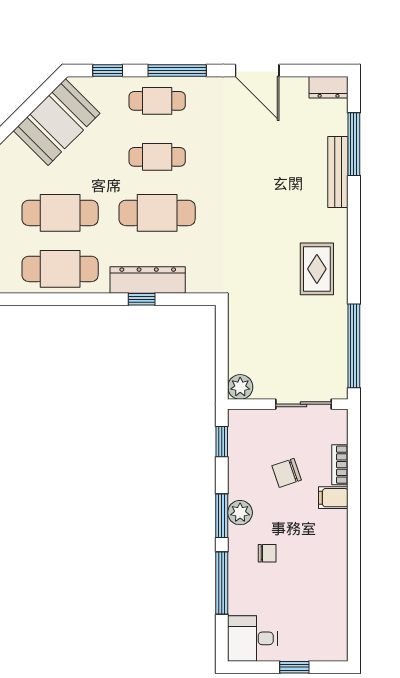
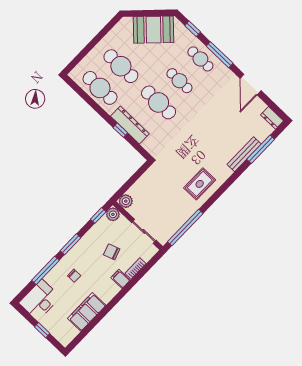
plant: (240, 513) -> (113, 214), moved
filing cabinet: (331, 585) -> (87, 312), added
desk: (252, 638) -> (40, 300), width x1.37

